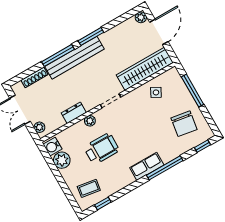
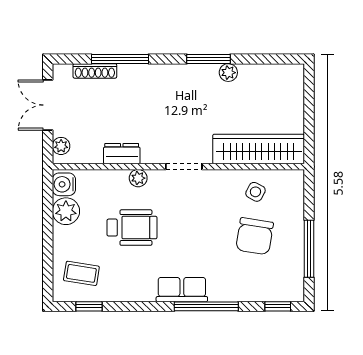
plant: (141, 17) -> (228, 73), moved
door: (159, 32) -> (309, 108), removed
window: (58, 55) -> (120, 59), moved
bench: (75, 58) -> (168, 76), removed
window: (193, 91) -> (309, 249), moved
chair: (184, 124) -> (255, 236), moved

